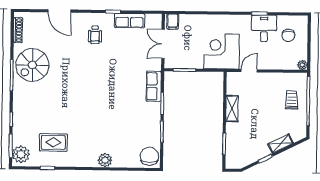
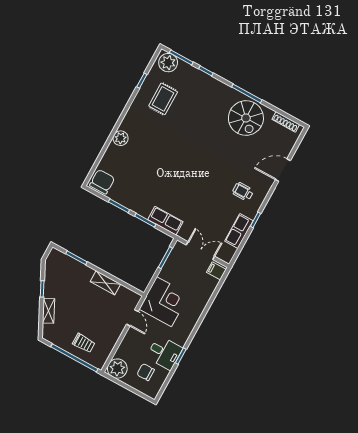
spiral stairs: (32, 65) -> (246, 118), turned 180
plant: (302, 65) -> (117, 369), width x1.87, depth x1.87
chair: (149, 156) -> (102, 182), turned -90

